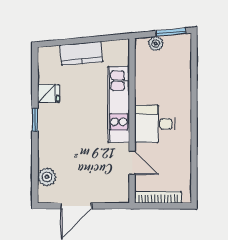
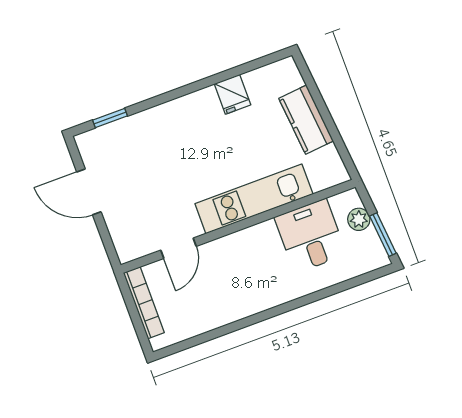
window: (35, 120) -> (110, 118), moved
desk: (155, 124) -> (310, 236), moved
plant: (47, 177) -> (114, 136), removed

